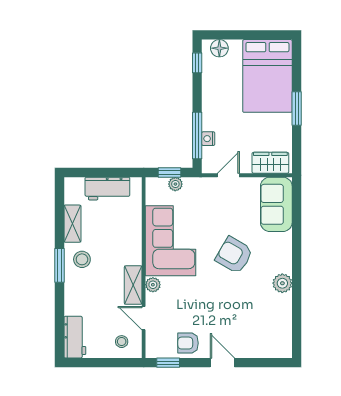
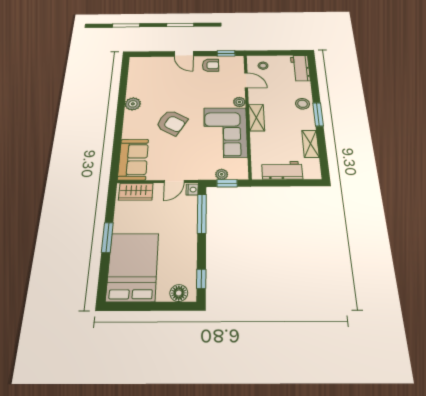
nightstand: (208, 139) -> (192, 190), moved
stool: (82, 259) -> (303, 104), moved
shelving: (133, 285) -> (256, 118), moved

